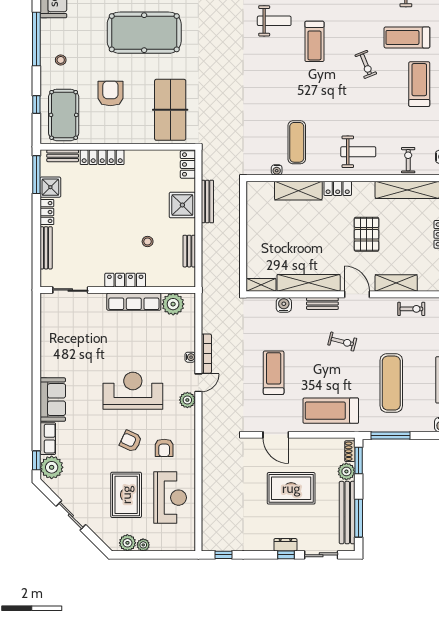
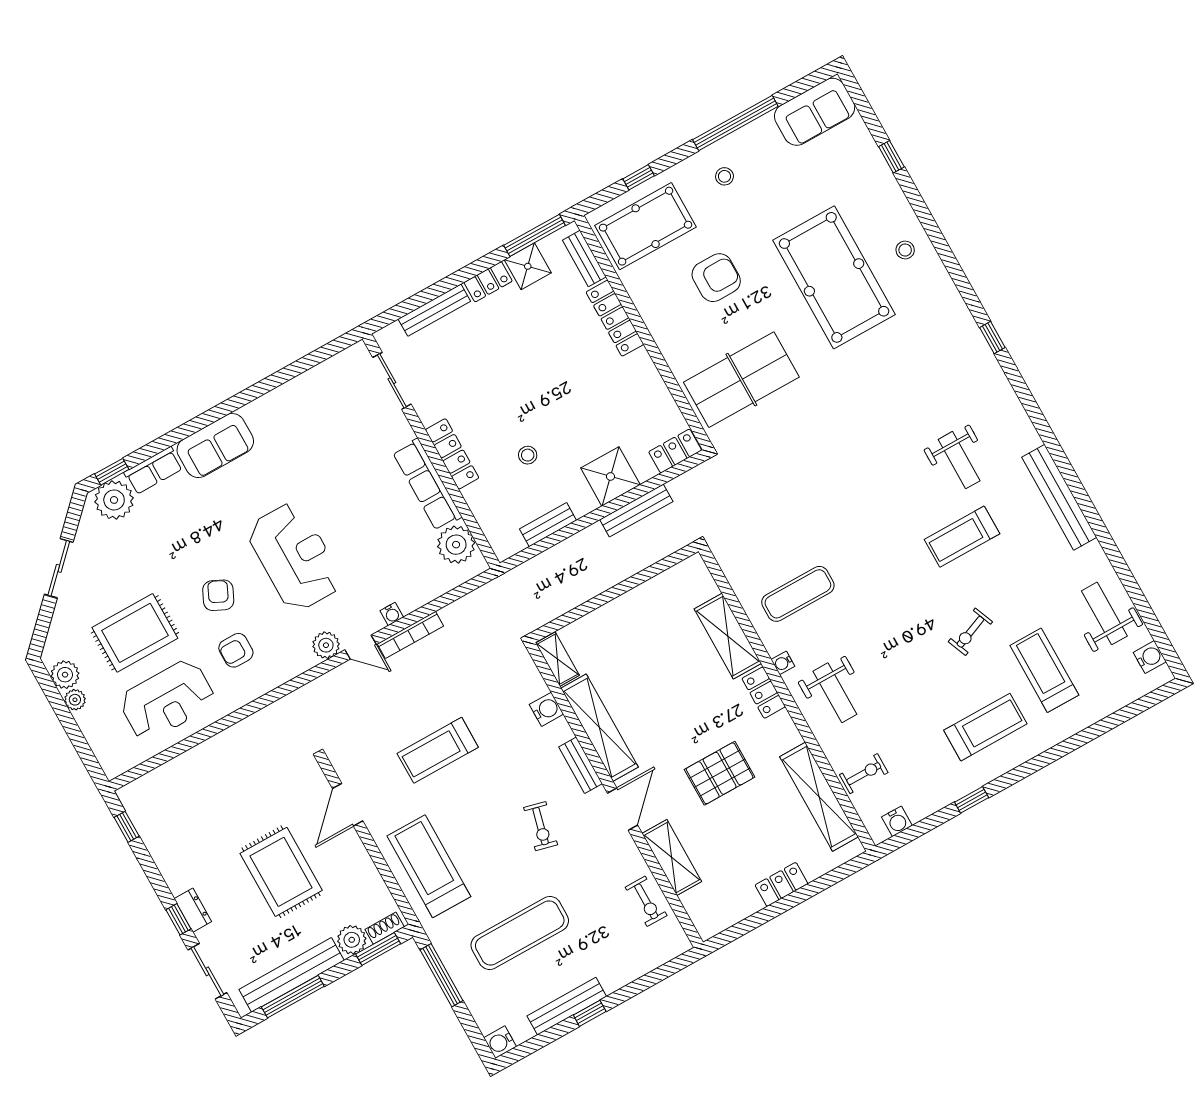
water cooler: (277, 170) -> (783, 663), moved
treadmill: (274, 373) -> (438, 750), turned 180

